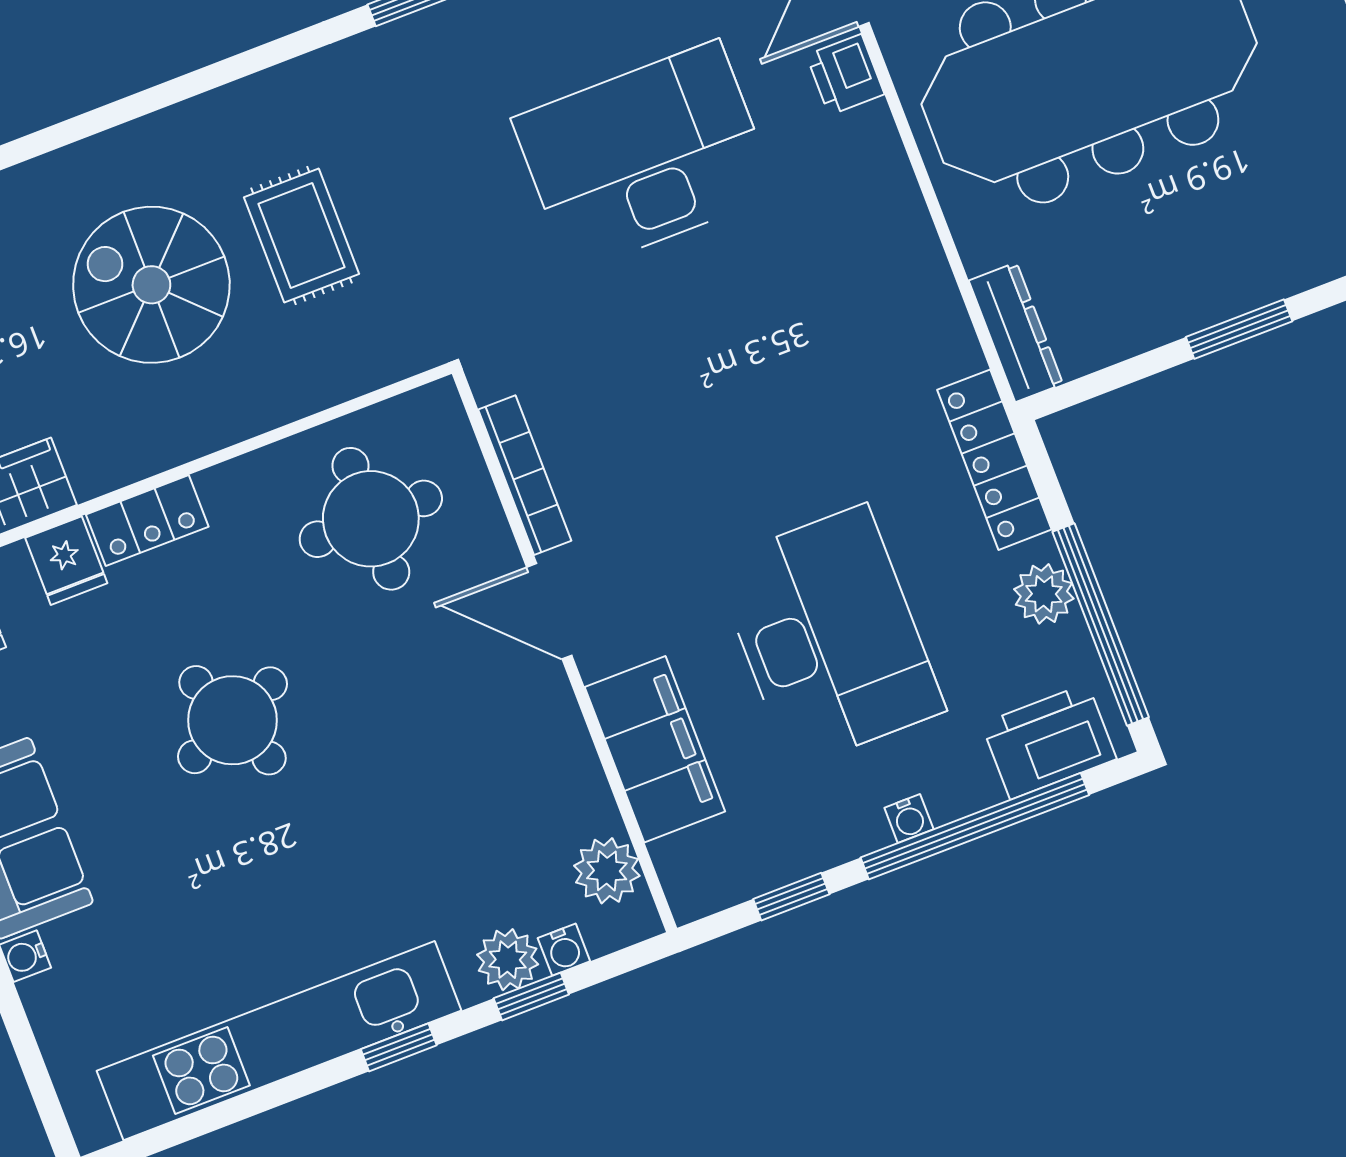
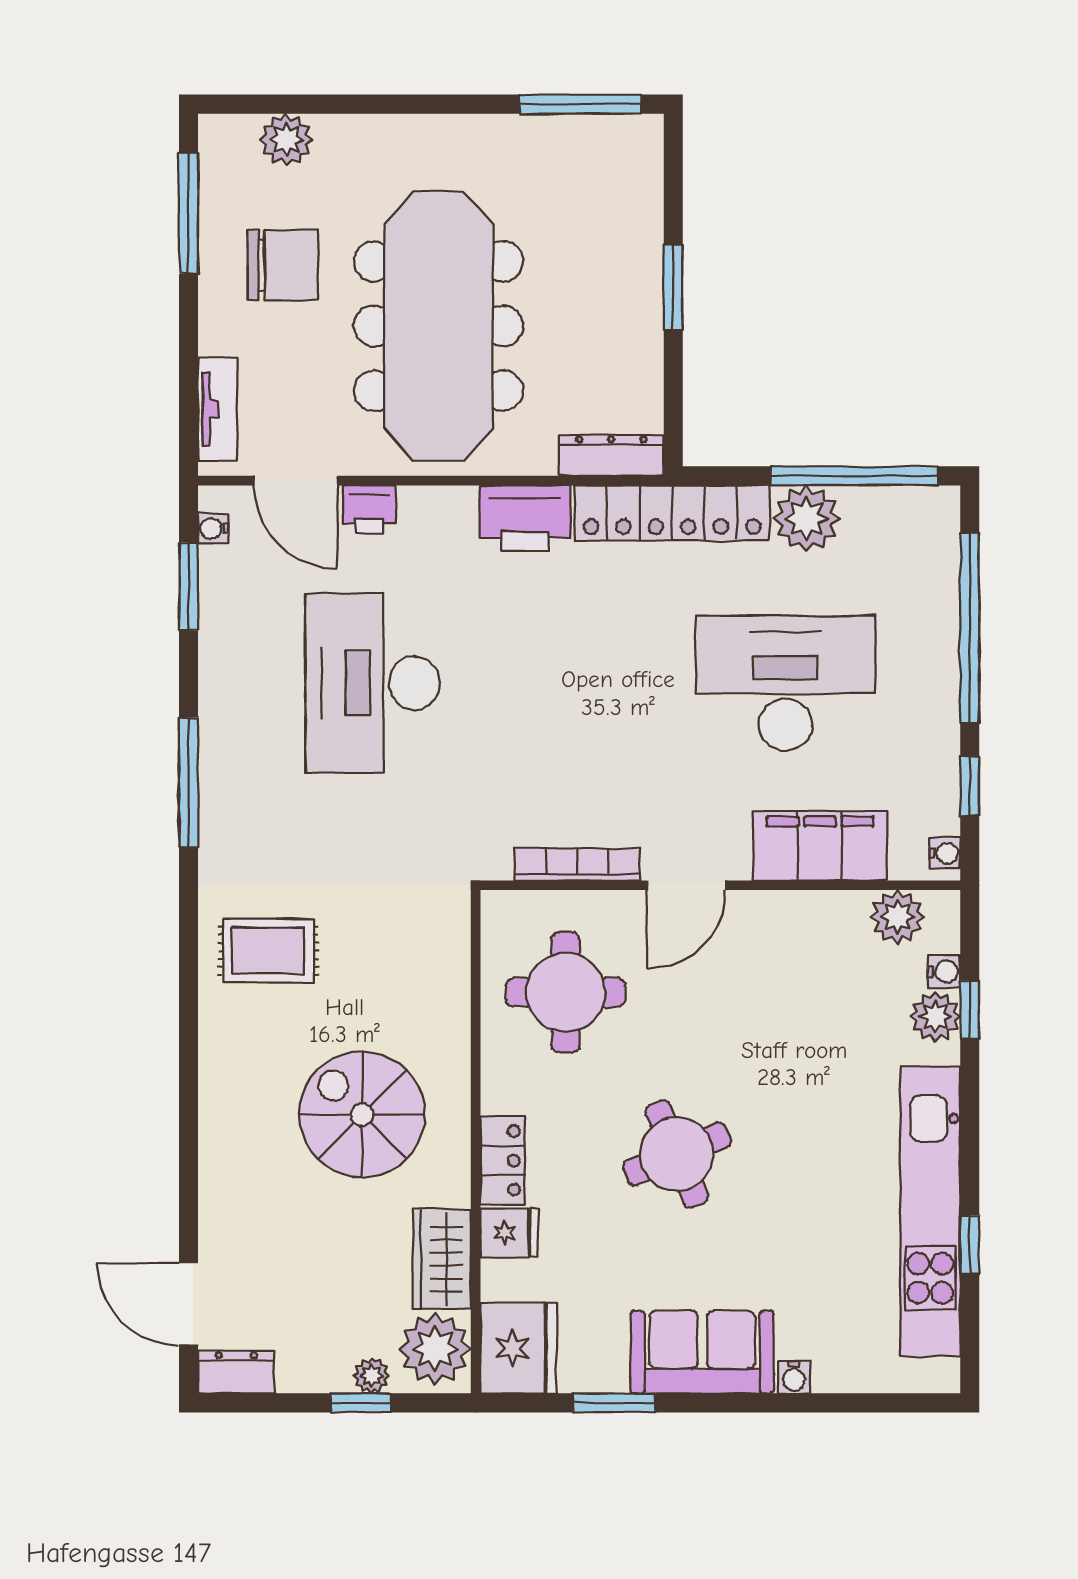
rug: (301, 236) -> (268, 951), moved
spiral stairs: (151, 285) -> (362, 1115), moved, turned 90
locker: (994, 460) -> (672, 513), width x1.41, depth x1.21
plant: (1044, 594) -> (807, 519), width x1.36, depth x1.36
printer: (1049, 741) -> (525, 518), moved, turned -90
water cooler: (909, 819) -> (945, 853), moved
window: (399, 1047) -> (970, 1244), moved

